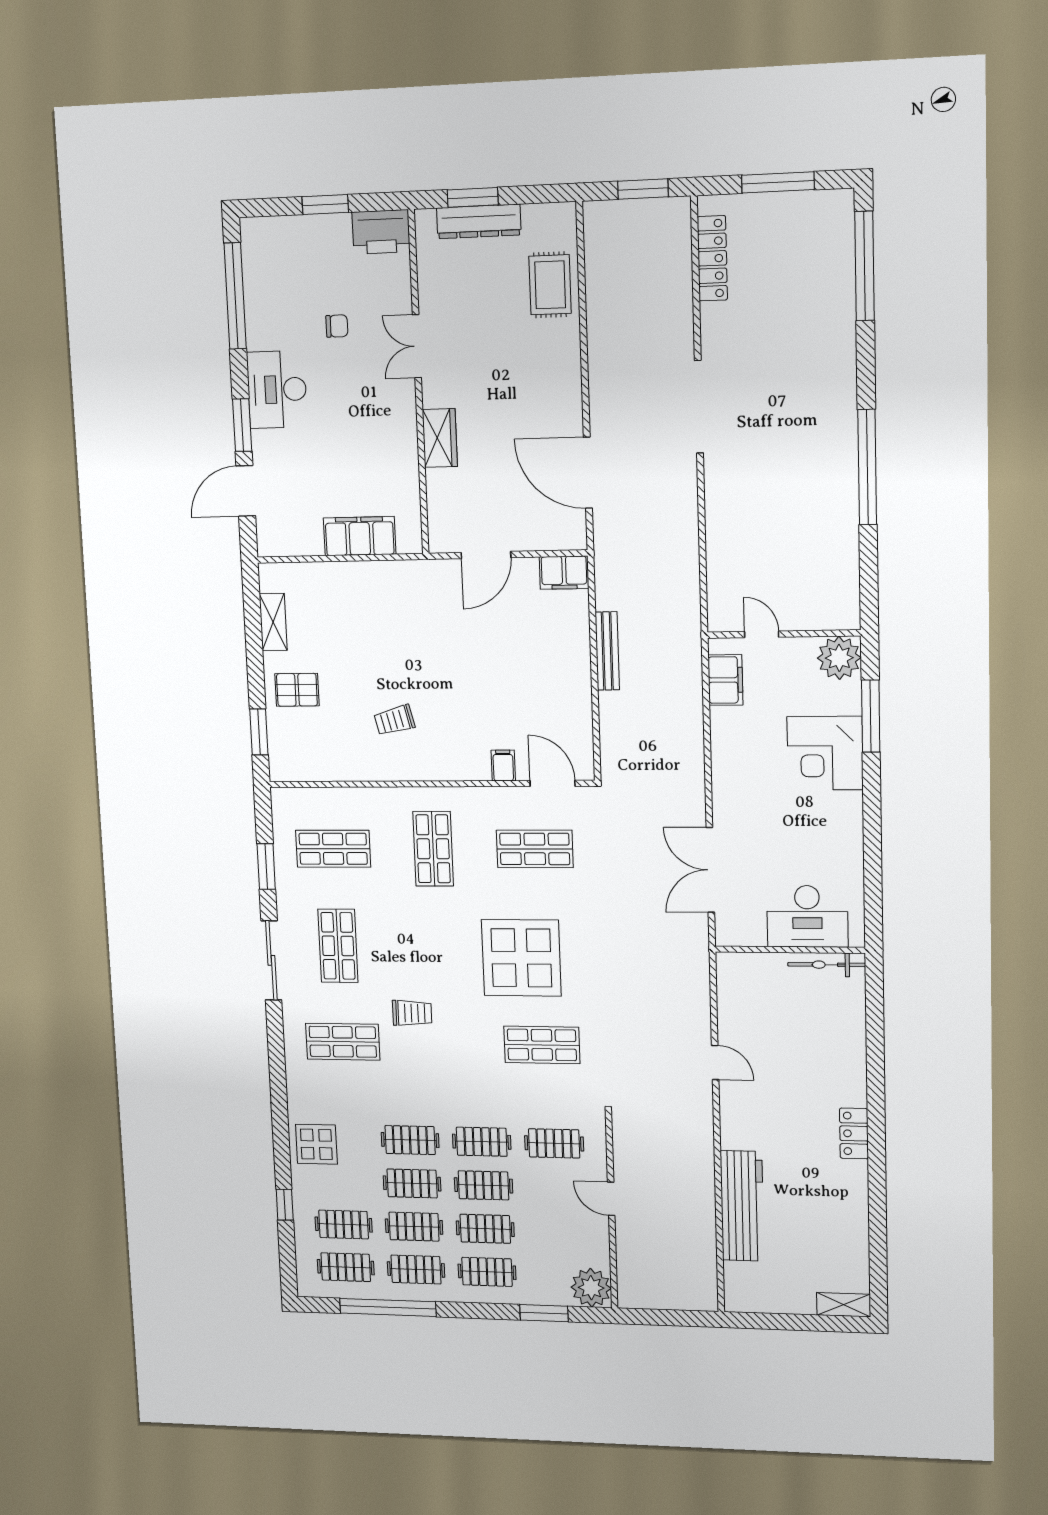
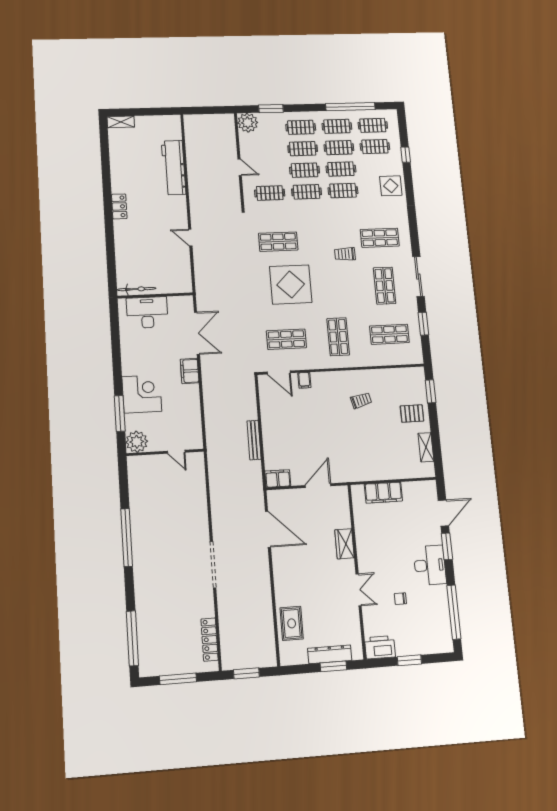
filing cabinet: (725, 680) -> (190, 371), moved

